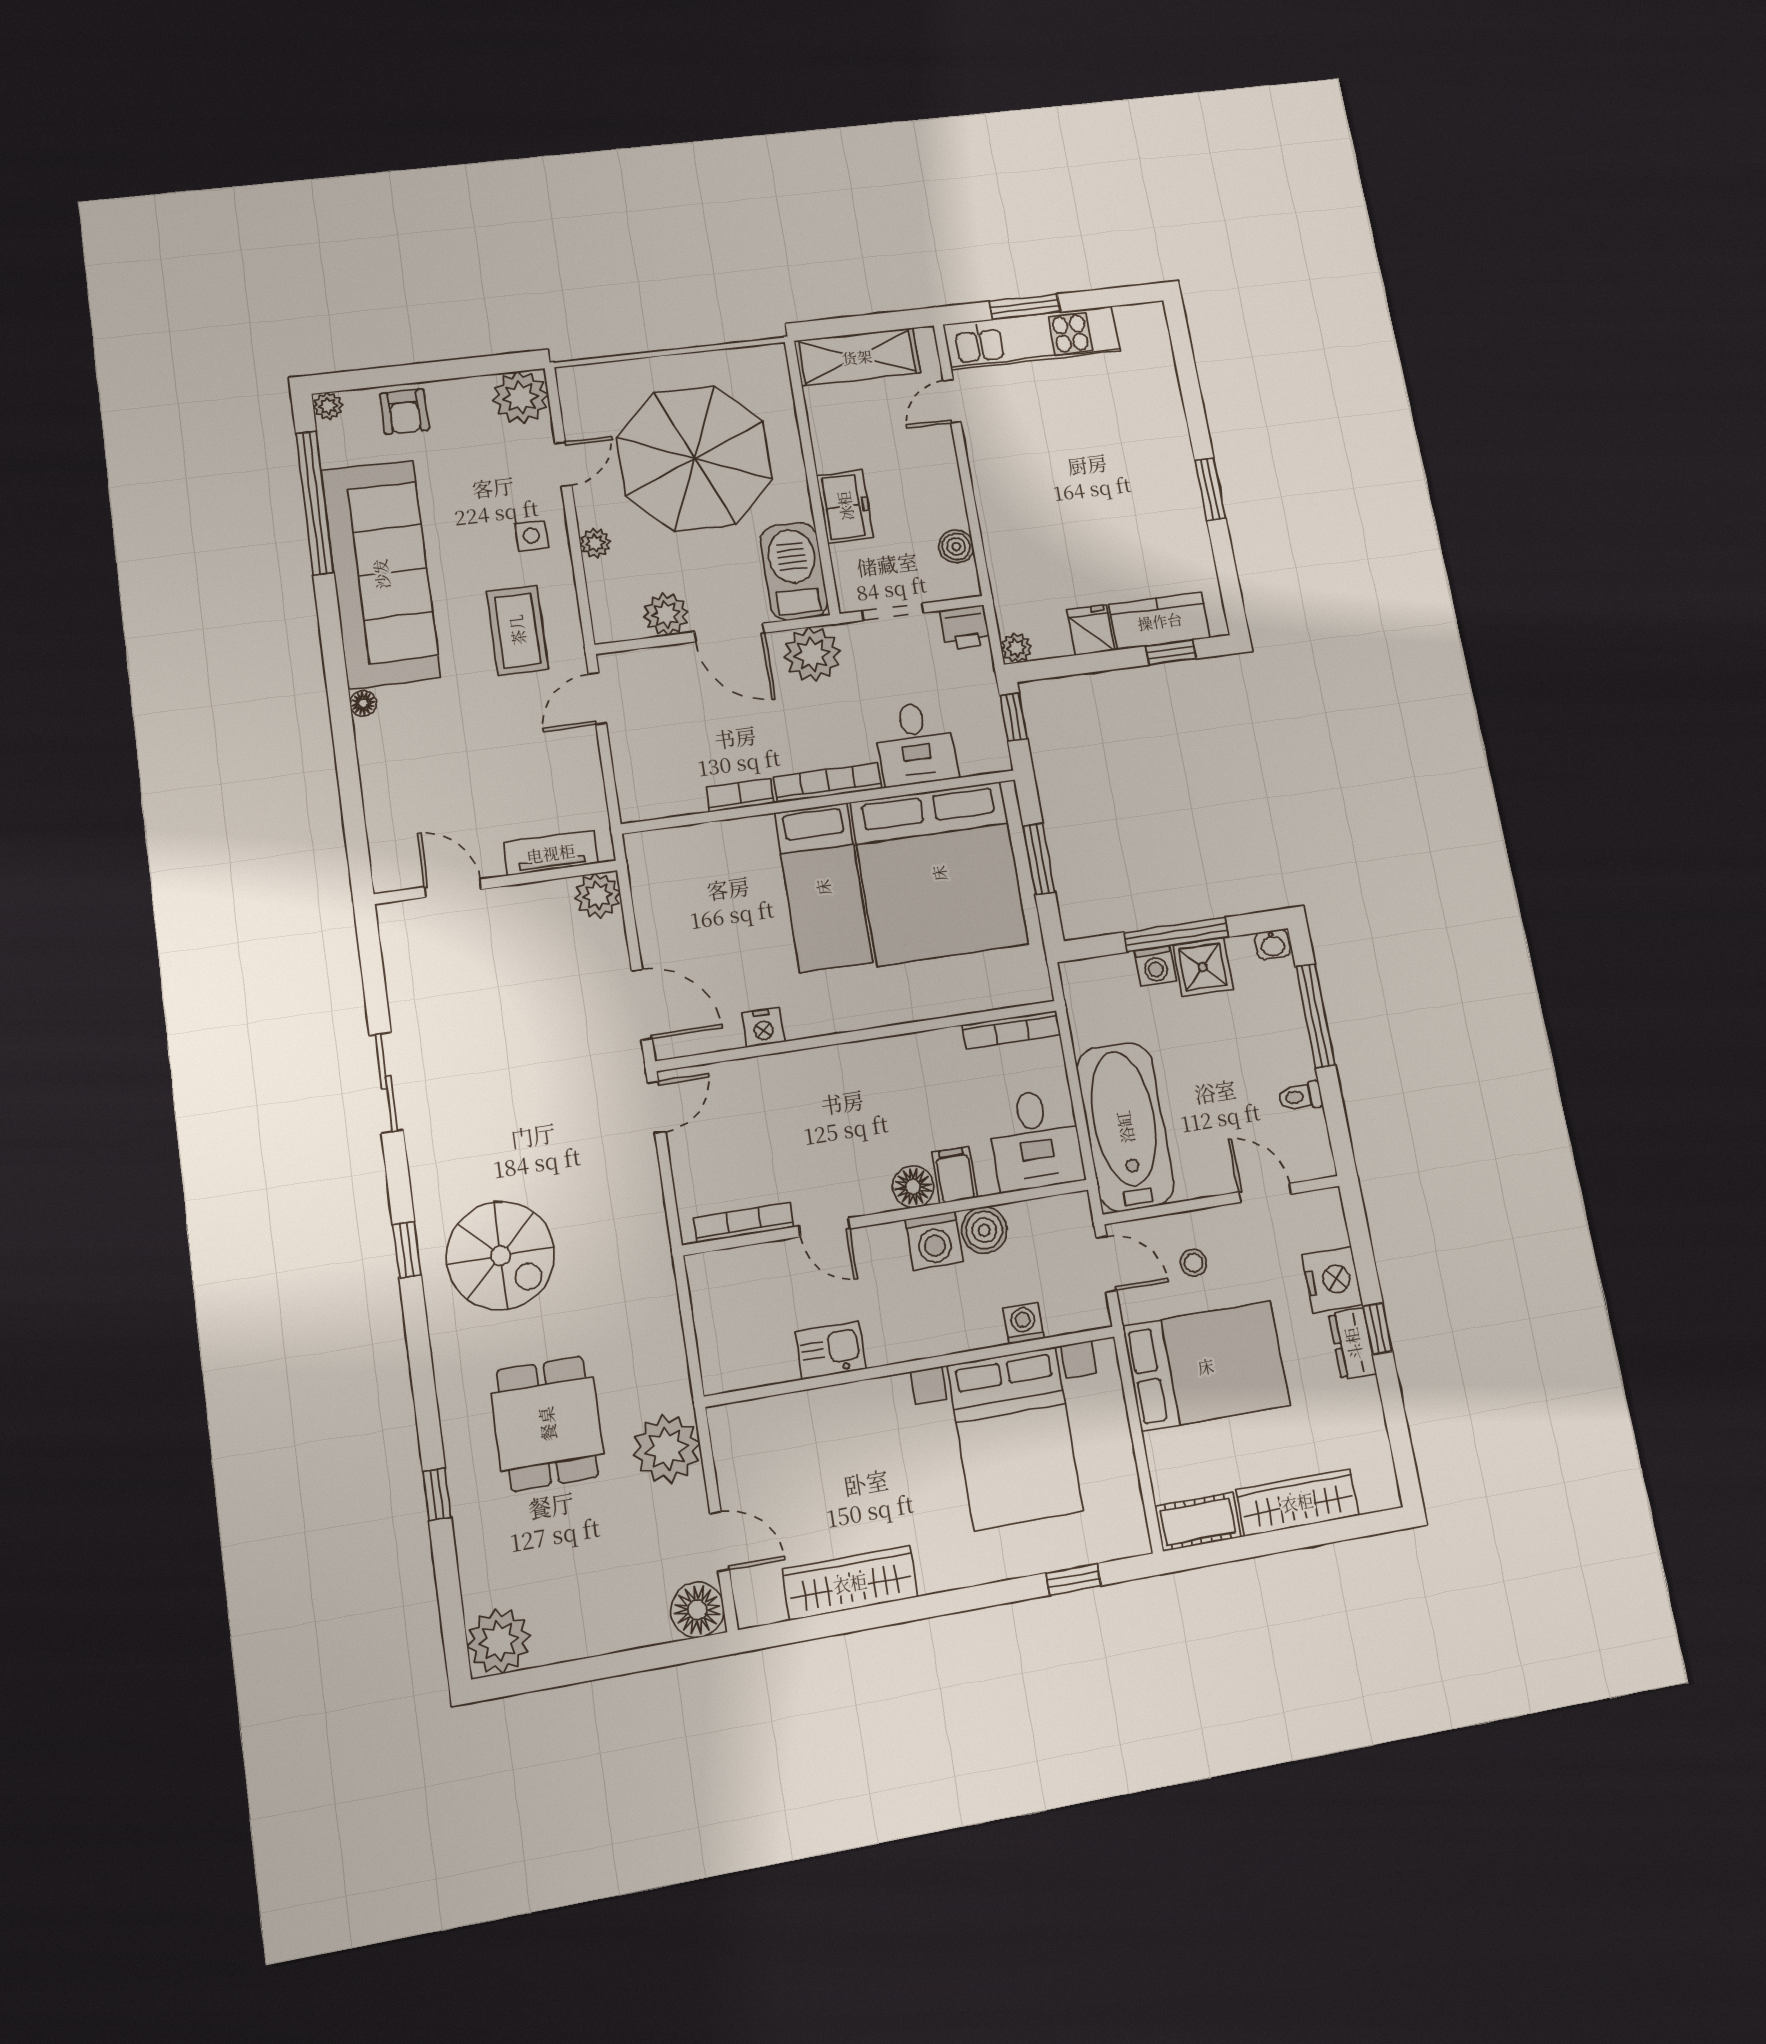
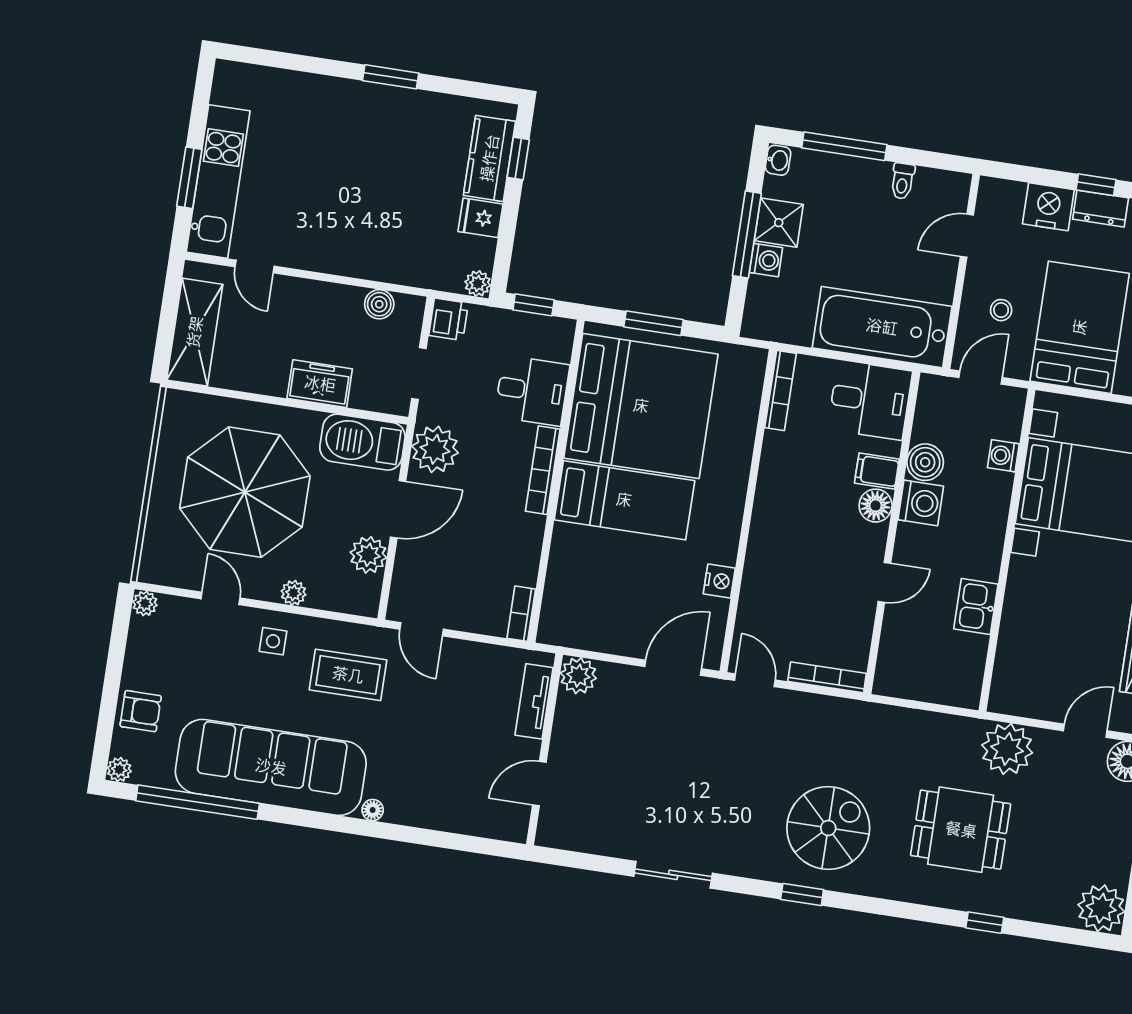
plant: (521, 397) -> (145, 603), width x0.53, depth x0.53
bookcase: (740, 795) -> (521, 614), moved
bookcase: (744, 1223) -> (827, 677), moved, turned 90

